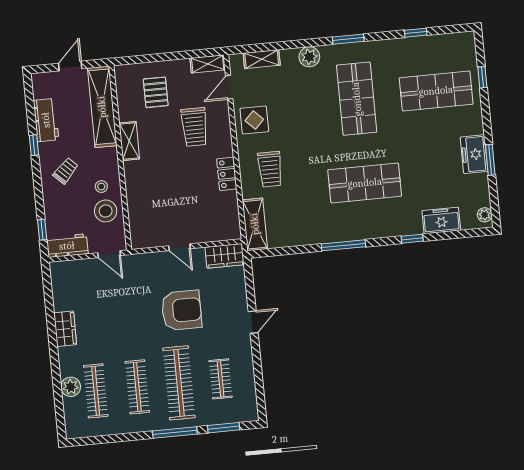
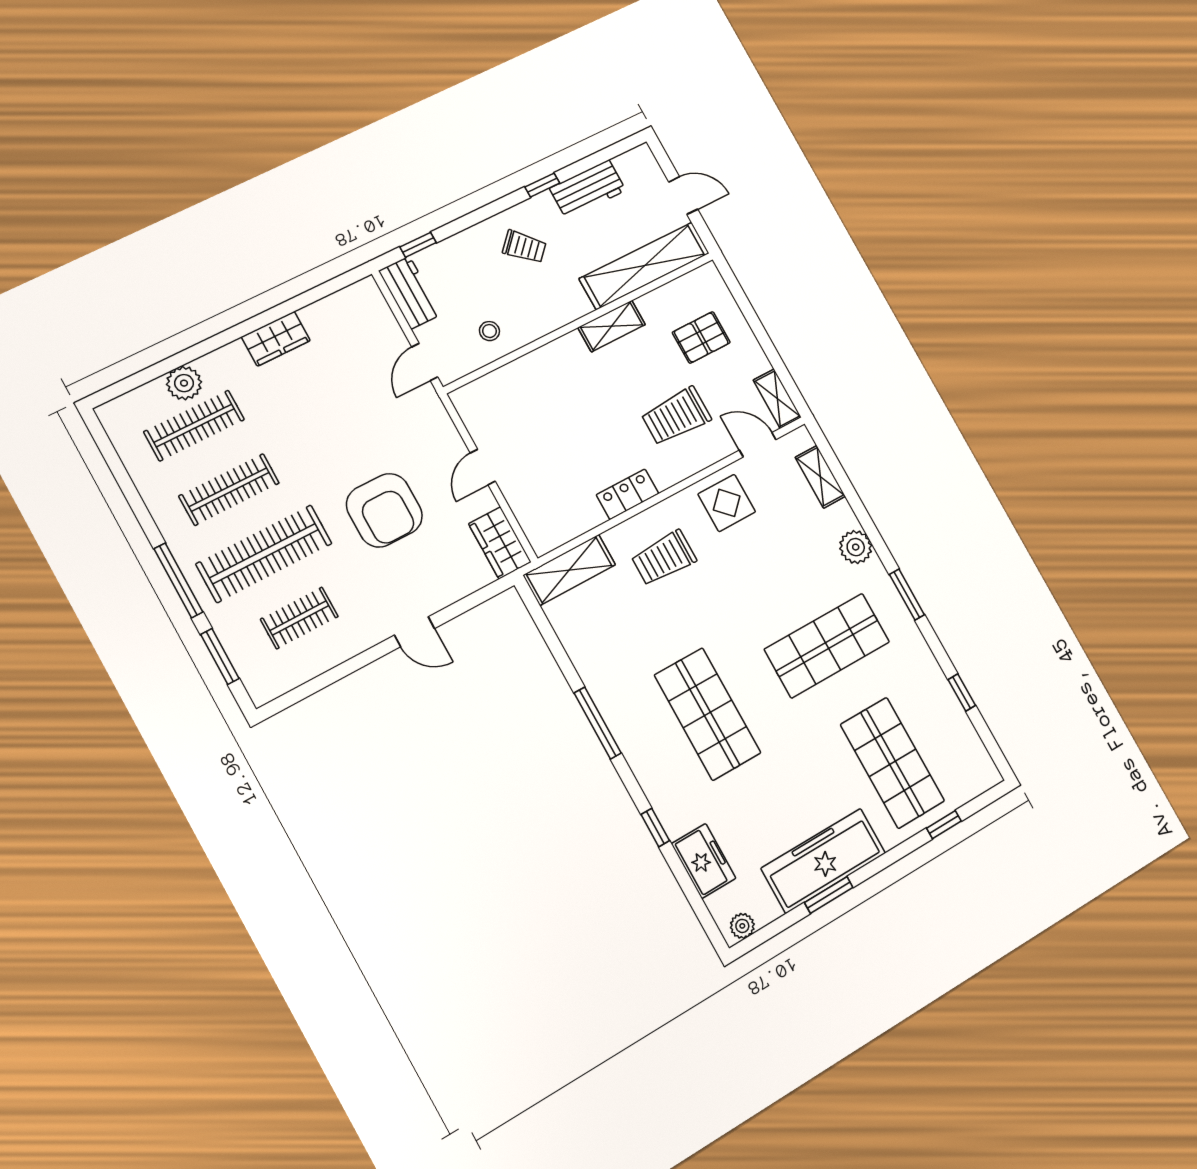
freezer: (474, 154) -> (823, 861), width x1.91, depth x1.26
stool: (101, 187) -> (524, 310), removed
stool: (106, 211) -> (489, 331), width x0.53, depth x0.53

